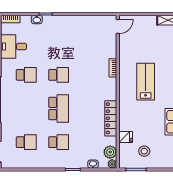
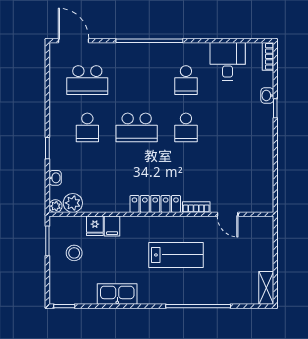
door: (118, 27) -> (228, 214), moved
locker: (111, 118) -> (155, 204), moved
filing cabinet: (126, 125) -> (112, 226), added
school desk: (26, 142) -> (87, 80), width x1.85

